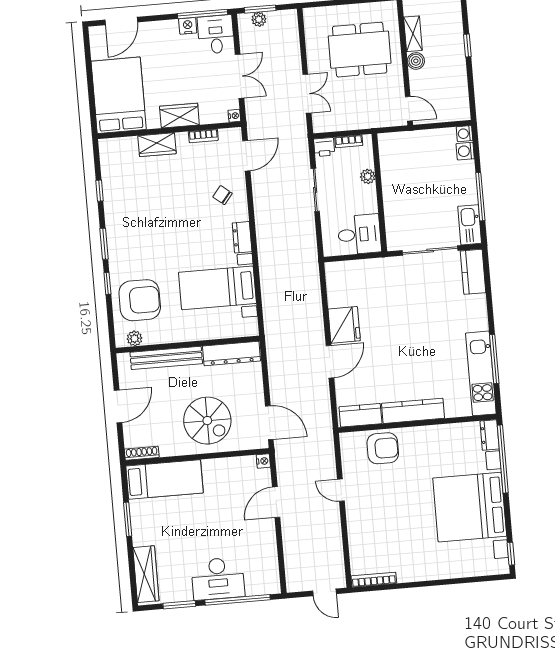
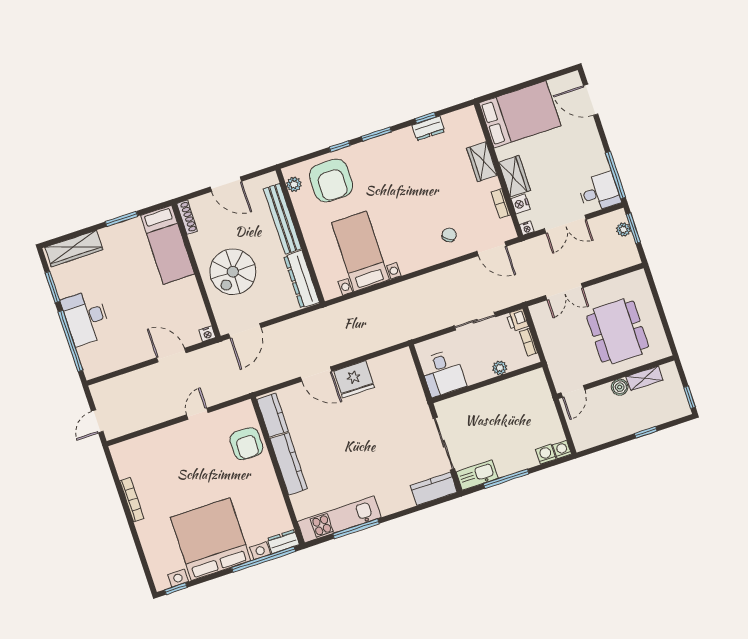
nightstand: (188, 26) -> (520, 204), moved, turned 180
dresser: (242, 237) -> (428, 128), moved, turned 180
bookcase: (374, 580) -> (132, 500), moved

